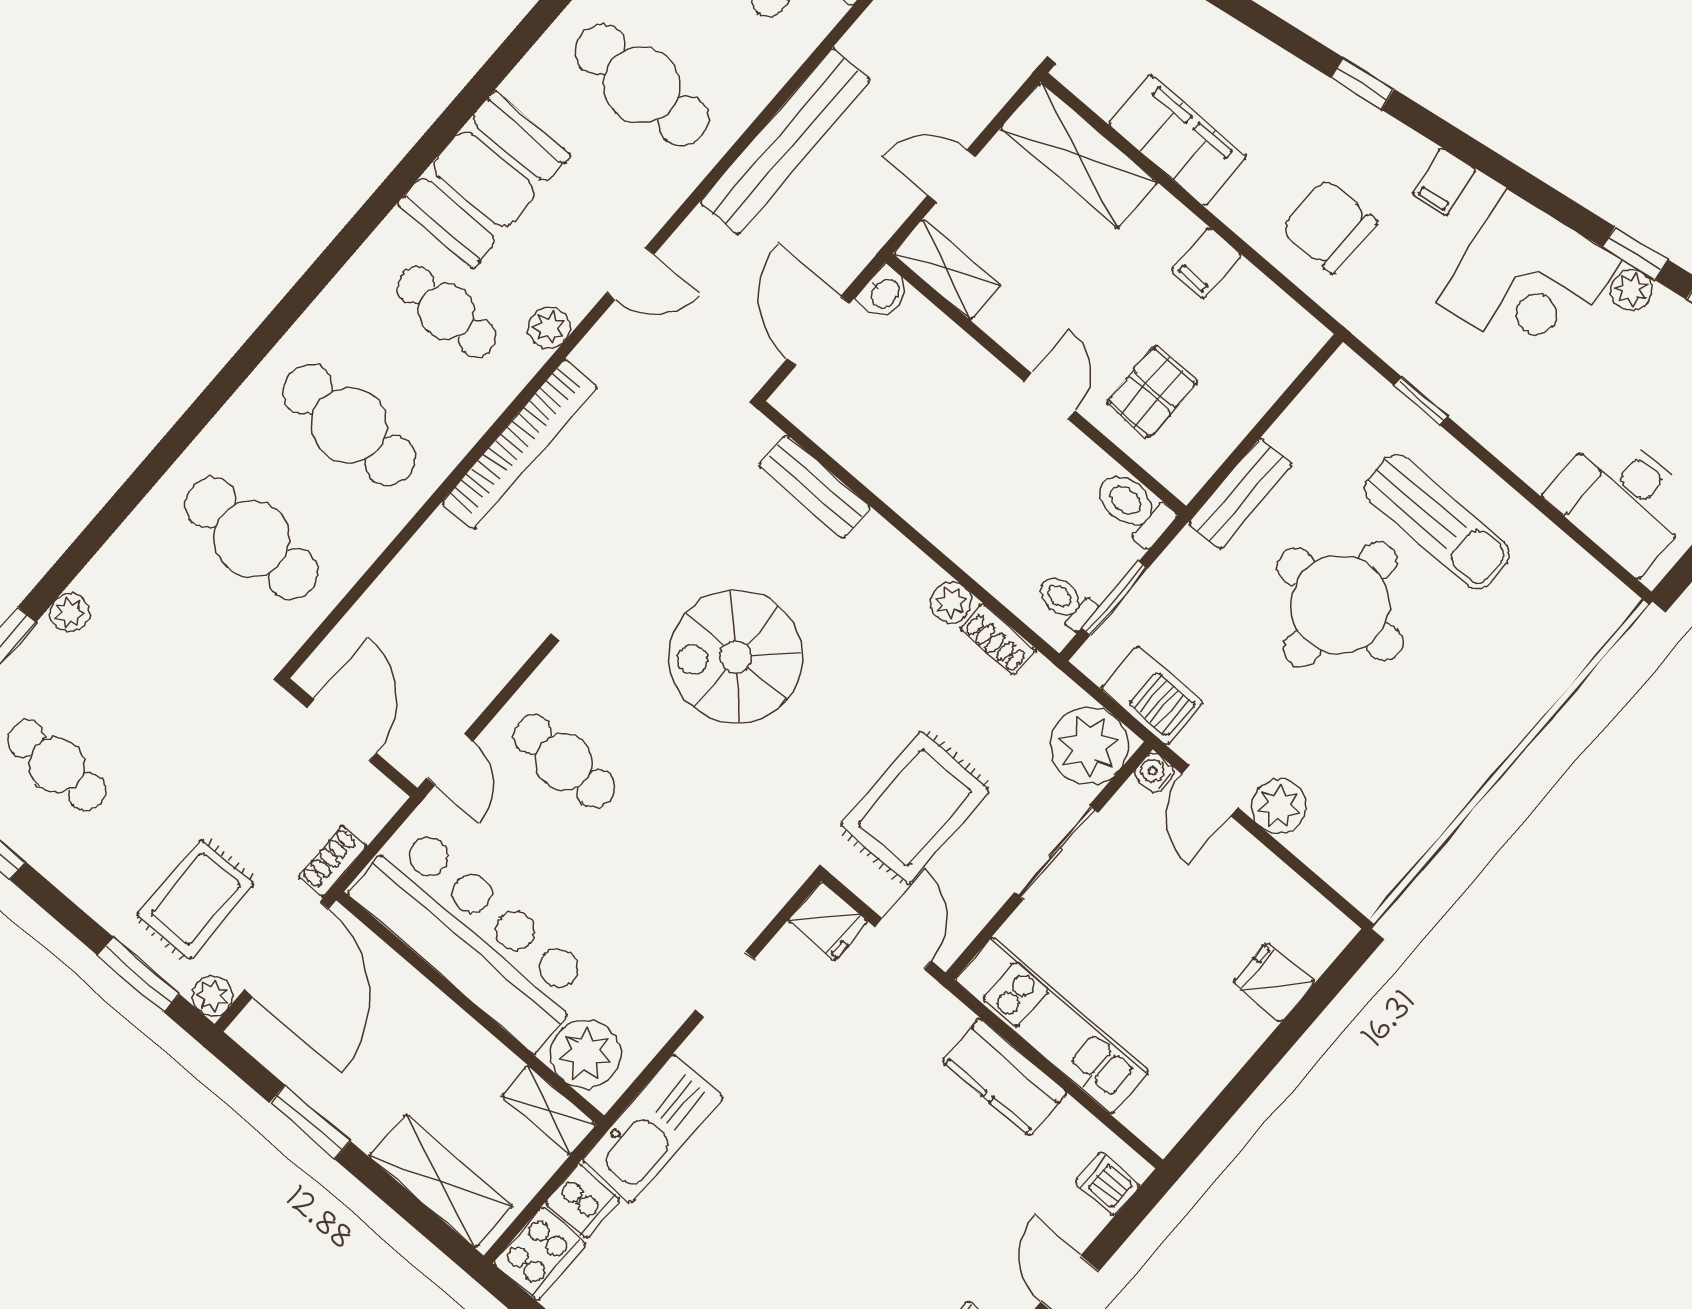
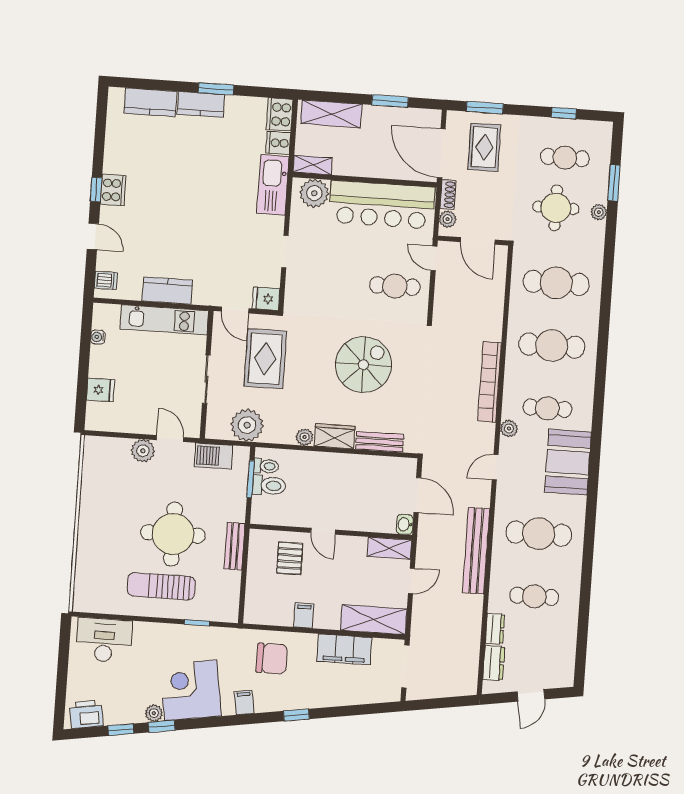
toilet: (1134, 507) -> (269, 486), moved
wardrobe: (892, 561) -> (335, 436), added
shoe rack: (998, 639) -> (279, 436), removed
round table: (146, 682) -> (556, 208), added
plant: (1089, 746) -> (247, 425), moved
water cooler: (1155, 773) -> (98, 337), moved, turned 180
plant: (212, 996) -> (448, 219), moved

